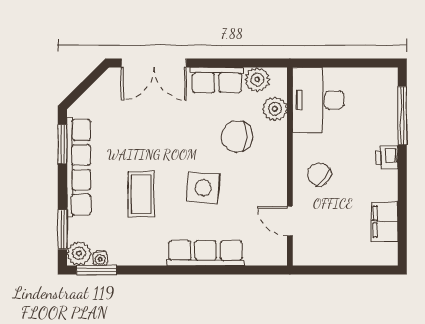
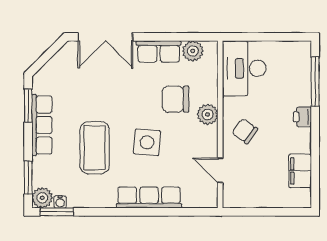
plant: (275, 109) -> (208, 114), moved
row of seats: (79, 167) -> (42, 125), width x0.73
coffee table: (141, 194) -> (95, 148), width x1.36, depth x1.32

